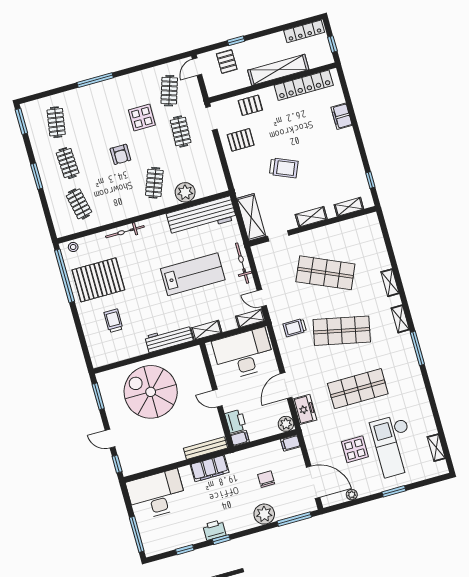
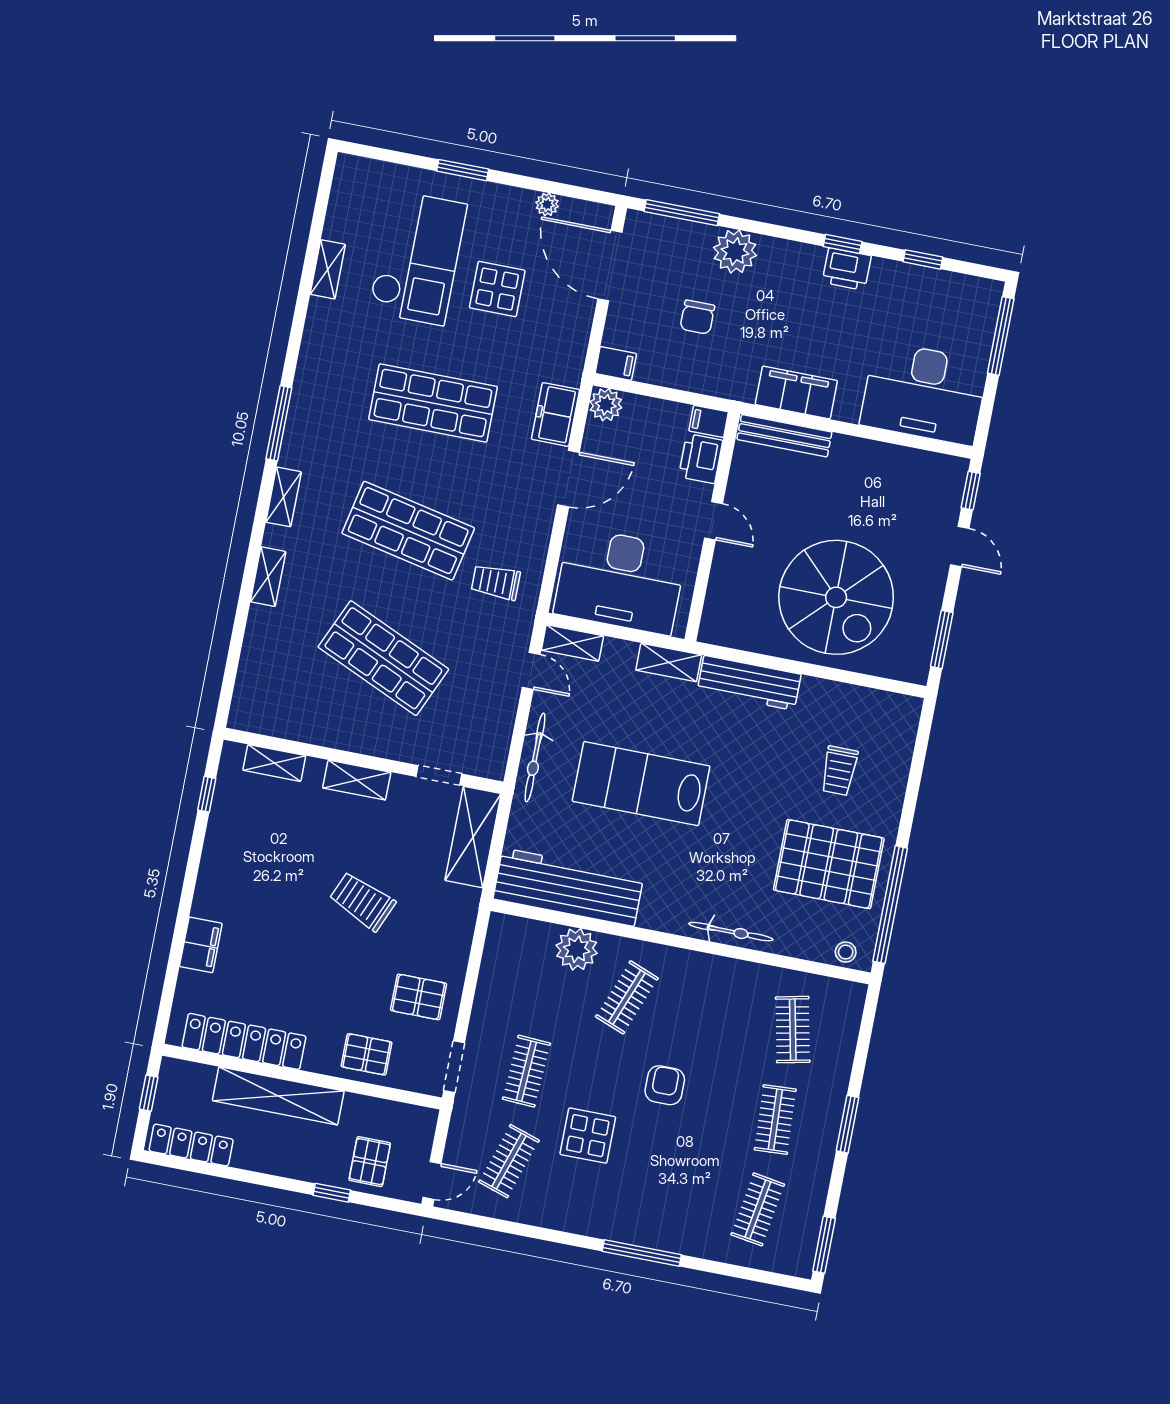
trolley: (295, 328) -> (496, 582), turned 180
shelving: (436, 448) -> (328, 269), moved

